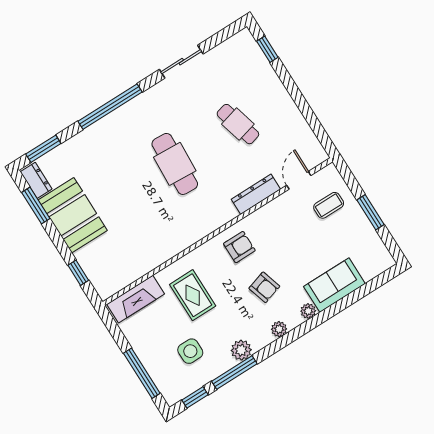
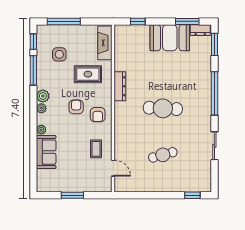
dresser: (256, 194) -> (120, 86), moved
coffee table: (329, 205) -> (96, 149), moved
armchair: (264, 287) -> (76, 107), moved, turned 107
plant: (241, 350) -> (43, 96), moved

